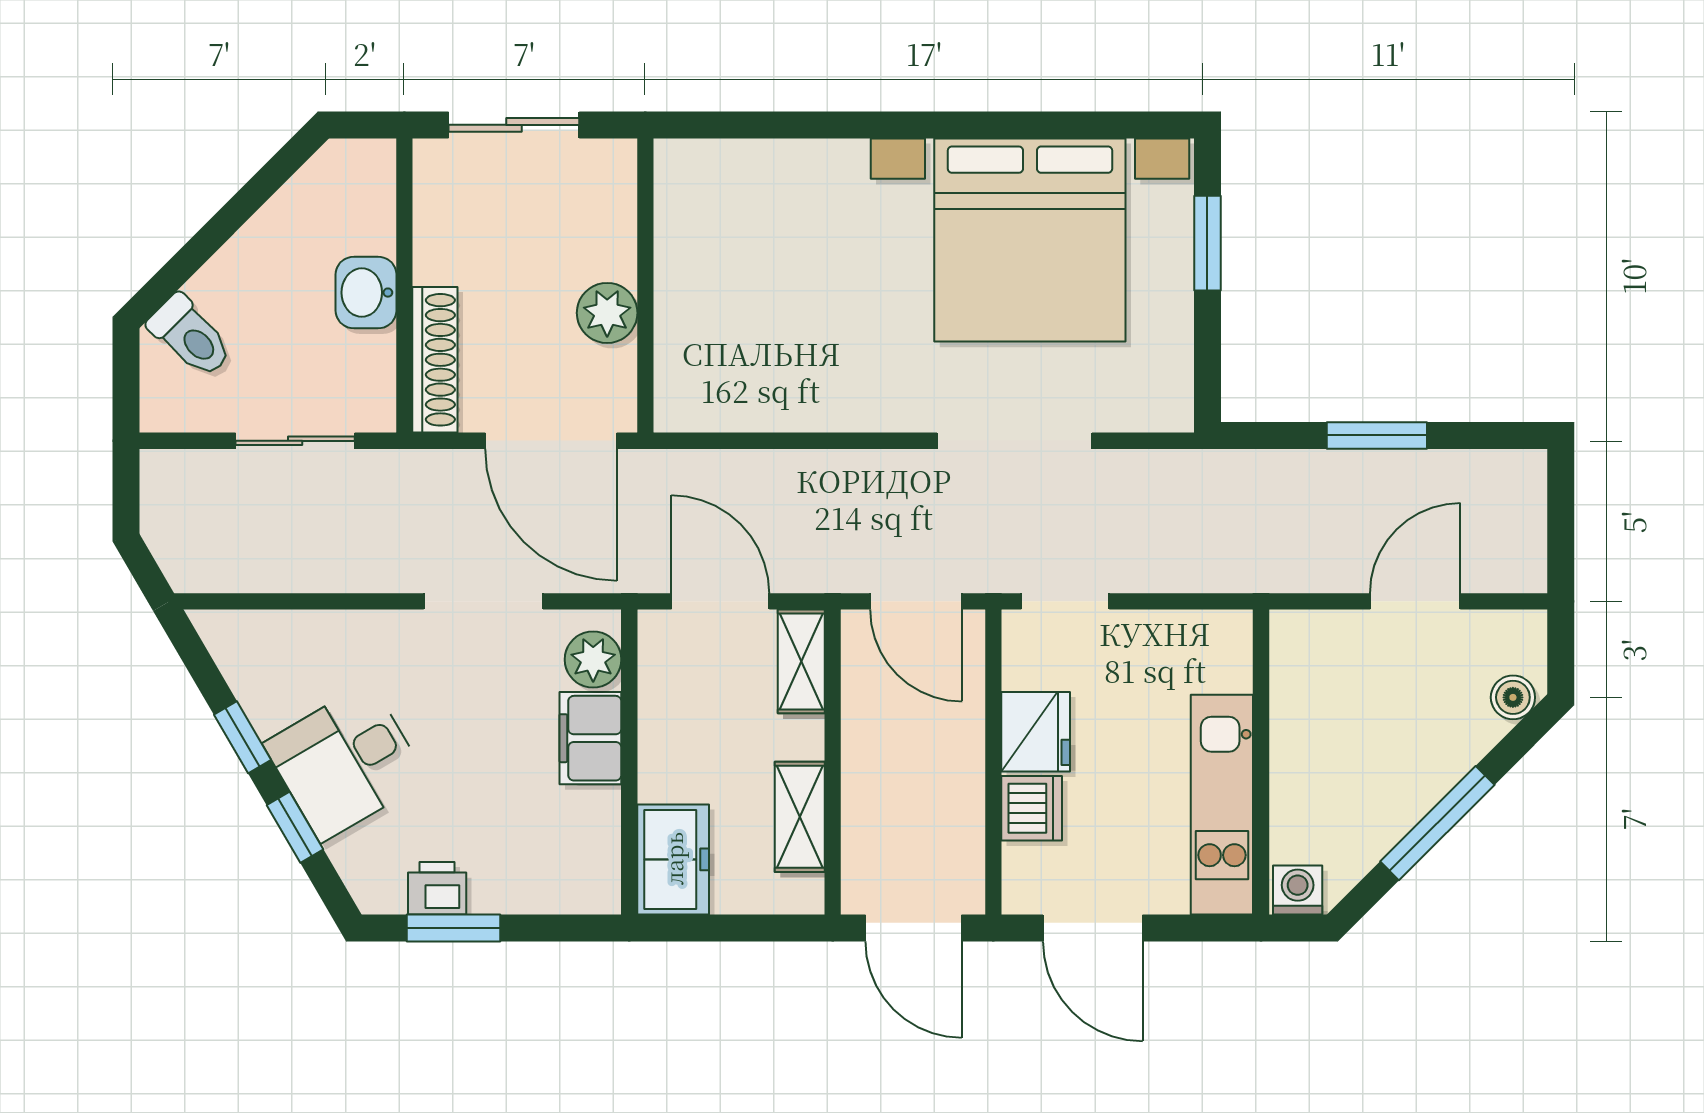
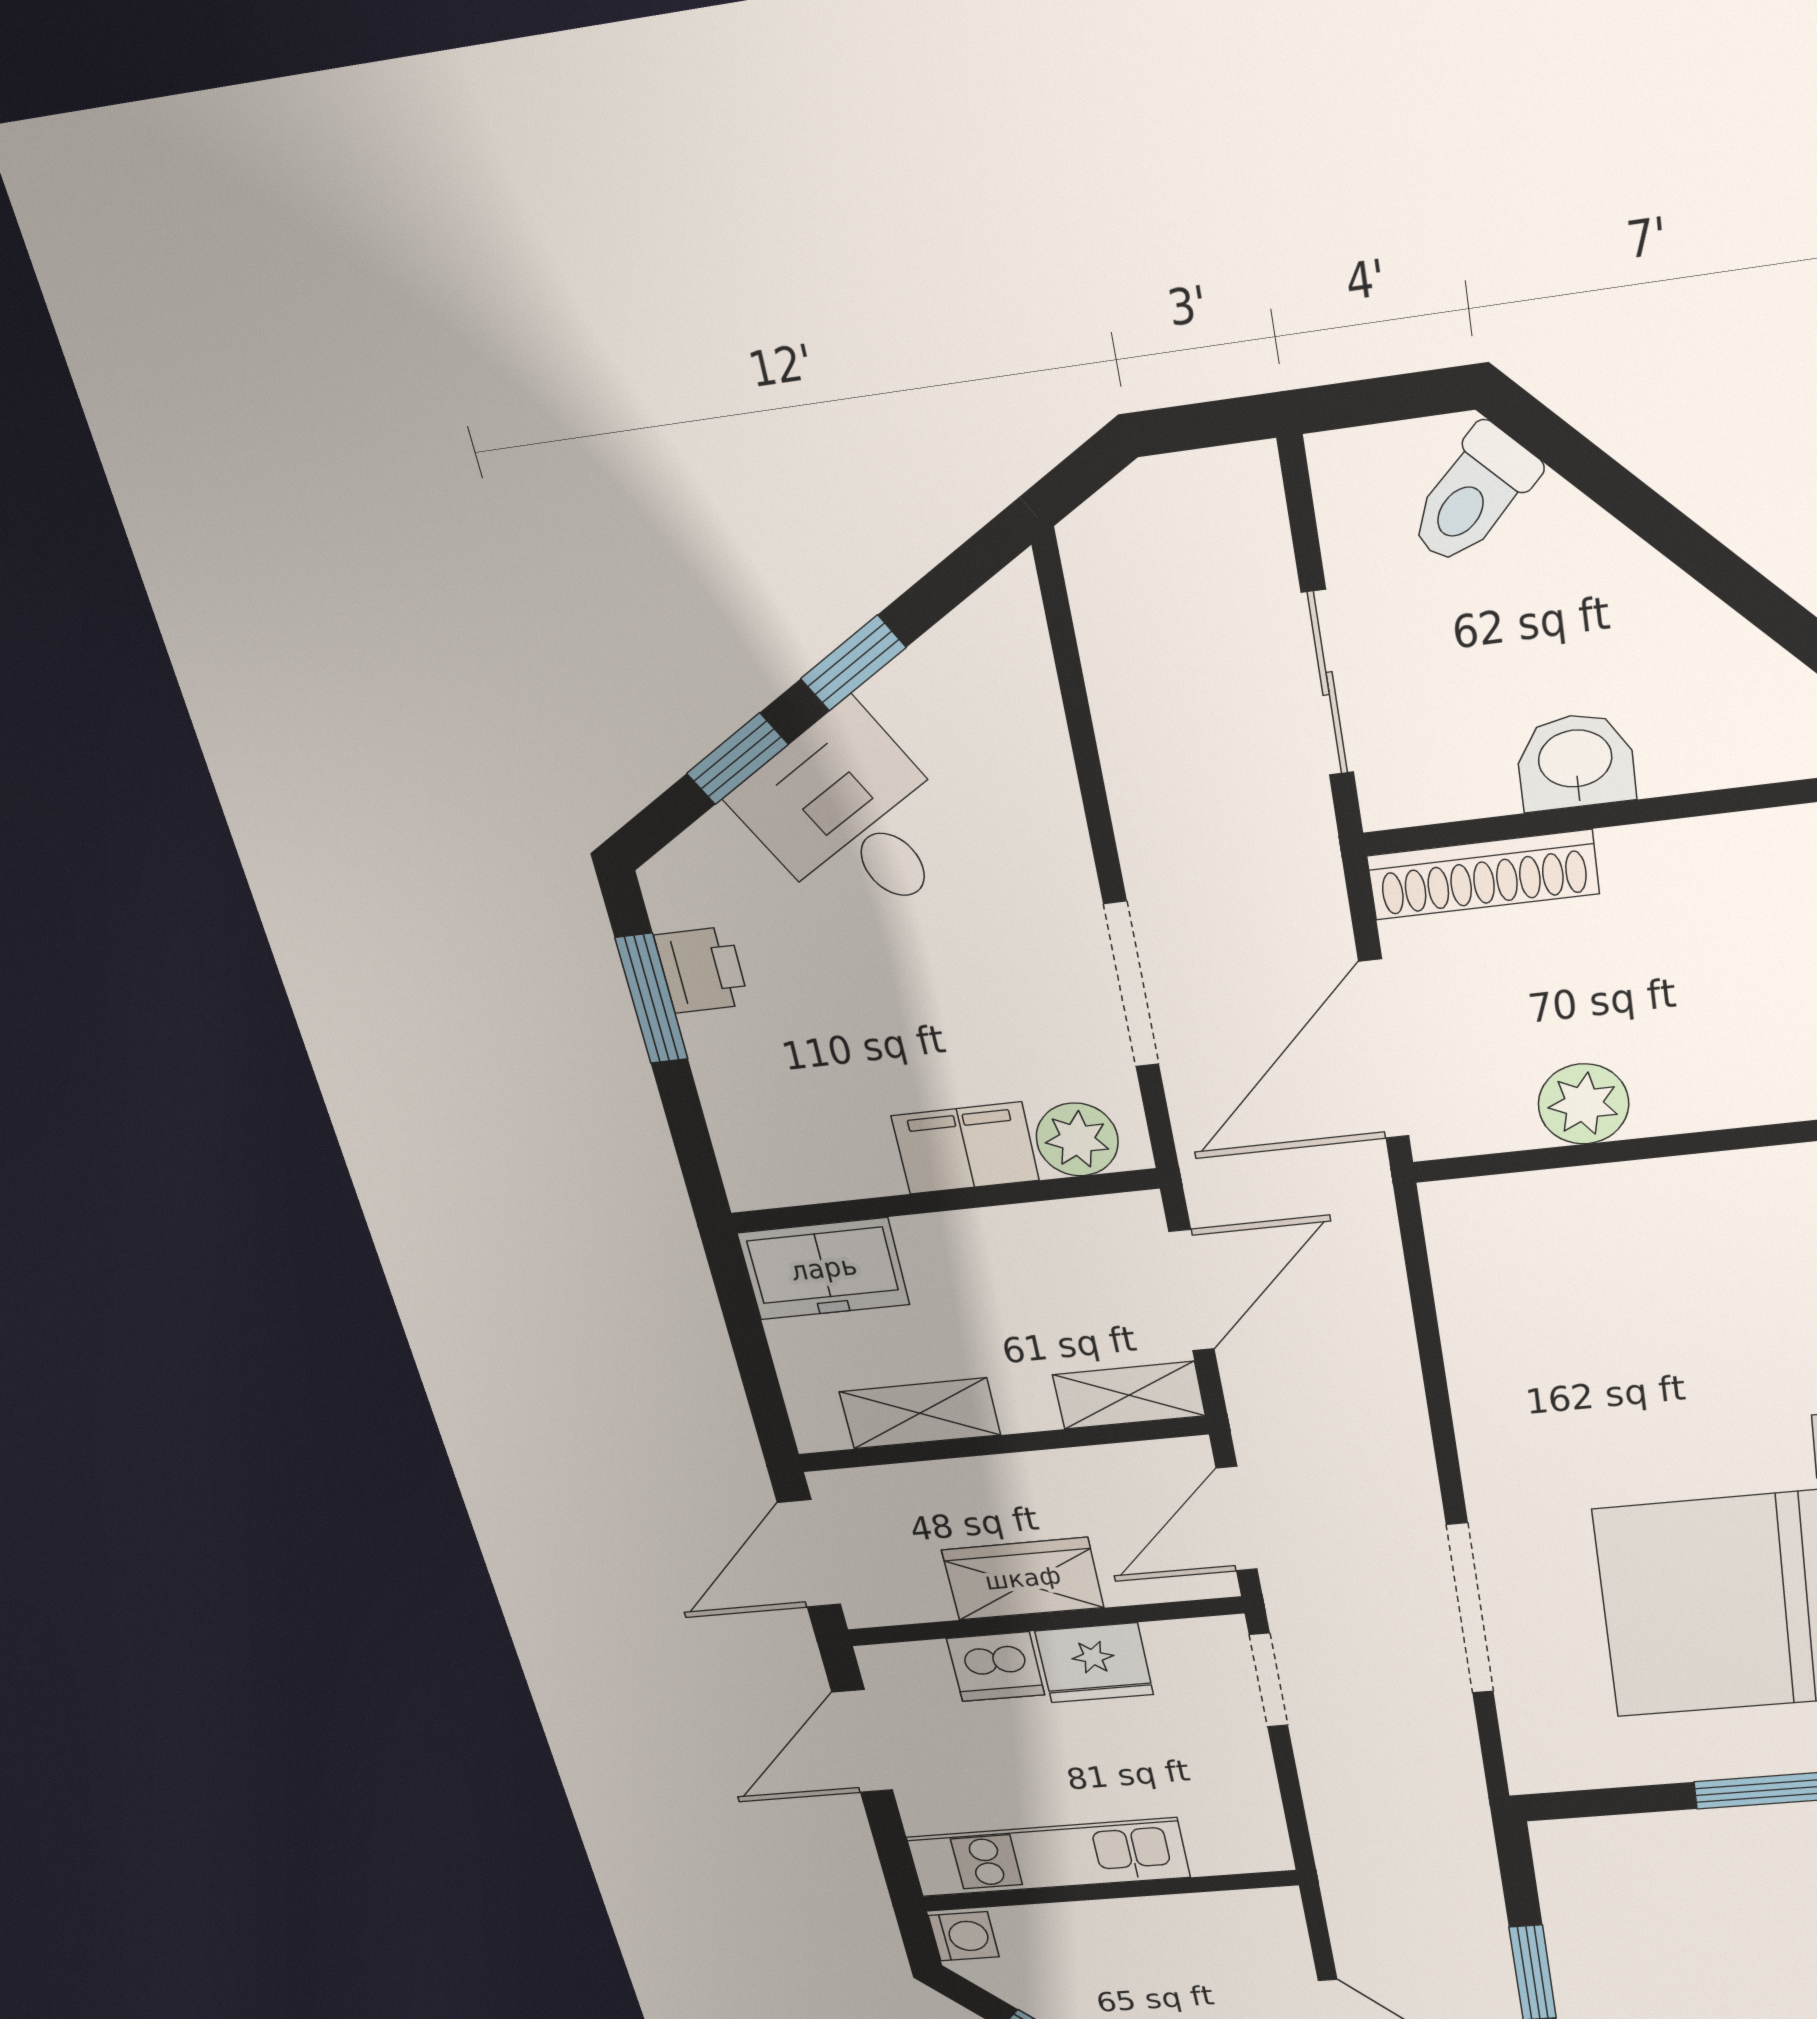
wardrobe: (953, 771) -> (1023, 1579), added

